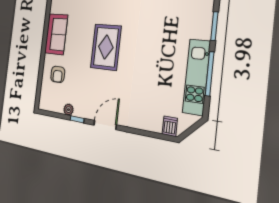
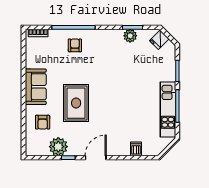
rug: (106, 47) -> (76, 103), moved
plant: (68, 110) -> (58, 147), width x1.87, depth x1.87
dishwasher: (170, 126) -> (136, 149), moved

